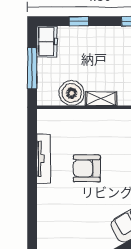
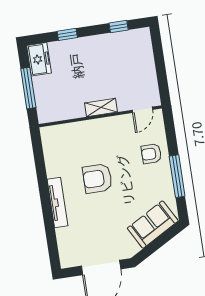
boiler: (72, 93) -> (71, 106), removed
tv unit: (44, 159) -> (57, 203), moved

